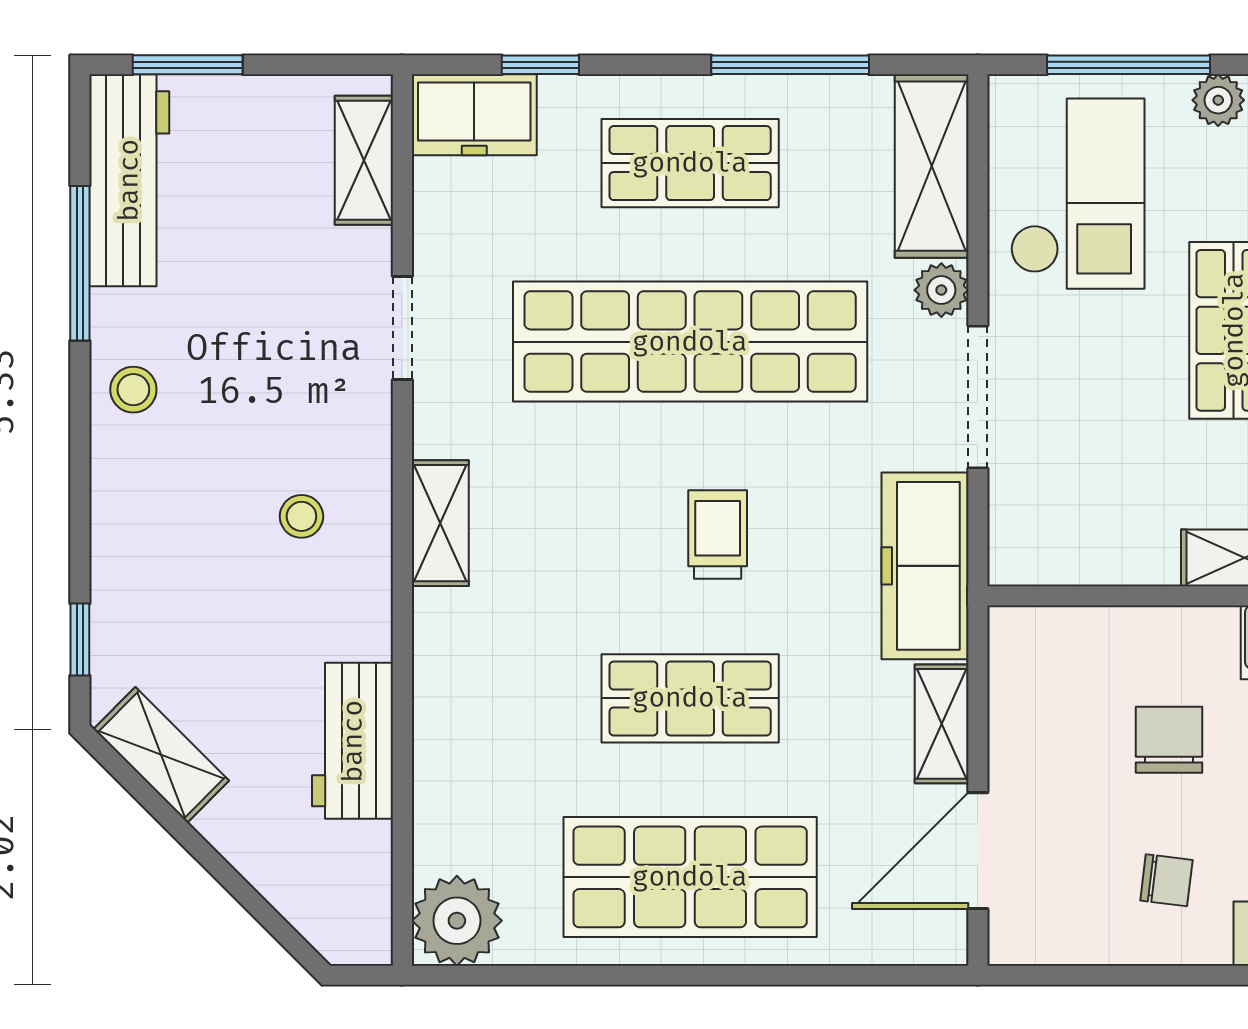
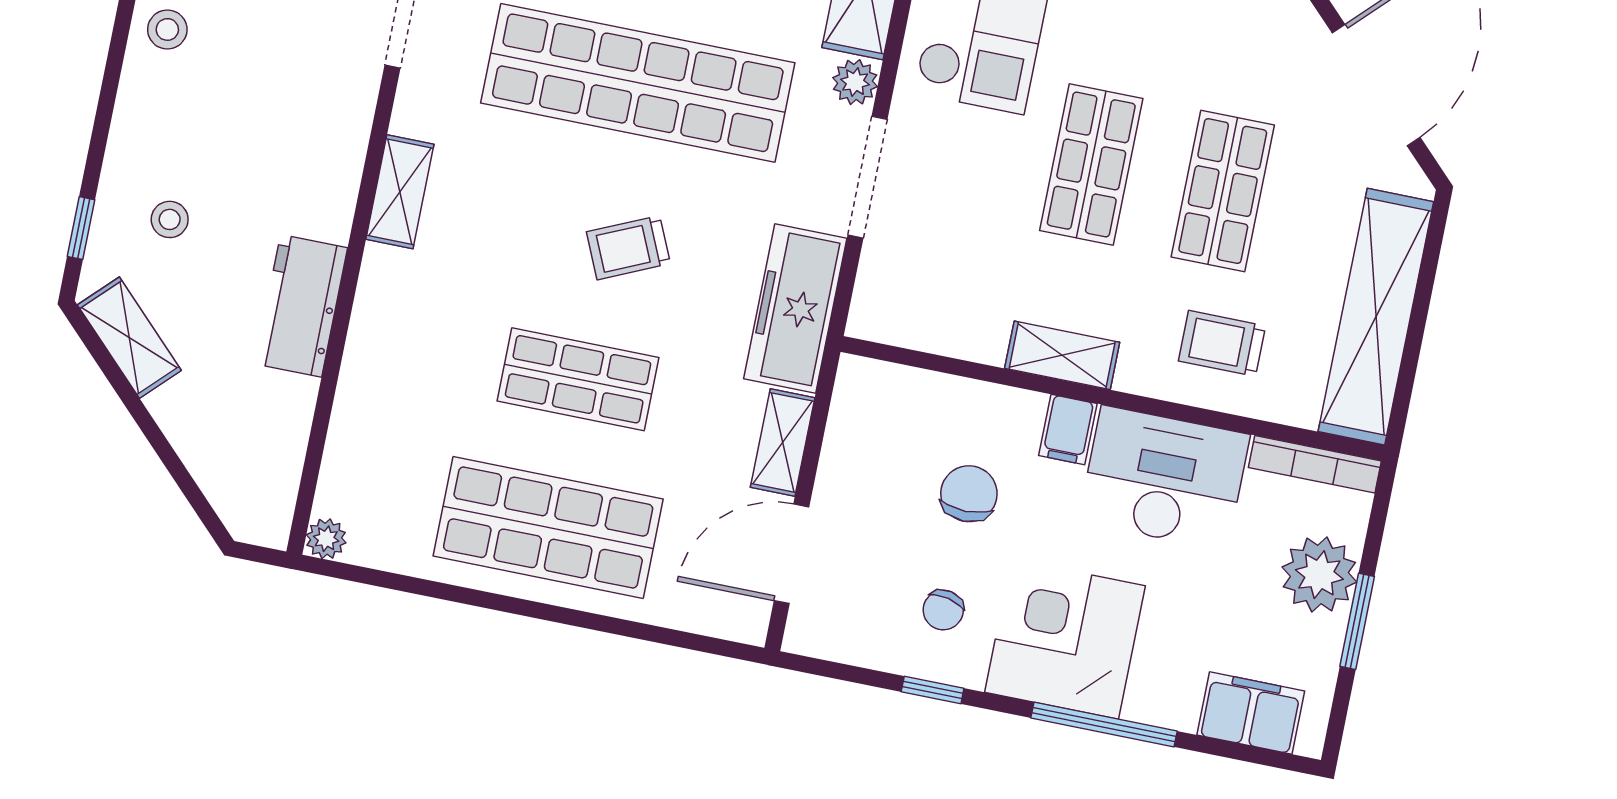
stool: (301, 516) -> (170, 219), moved
trolley: (718, 534) -> (628, 248), turned -114
workbench: (353, 741) -> (301, 306), moved
chair: (1166, 880) -> (943, 610), turned 95
plant: (457, 921) -> (326, 539), width x0.53, depth x0.53
window: (1173, 975) -> (933, 690), added

